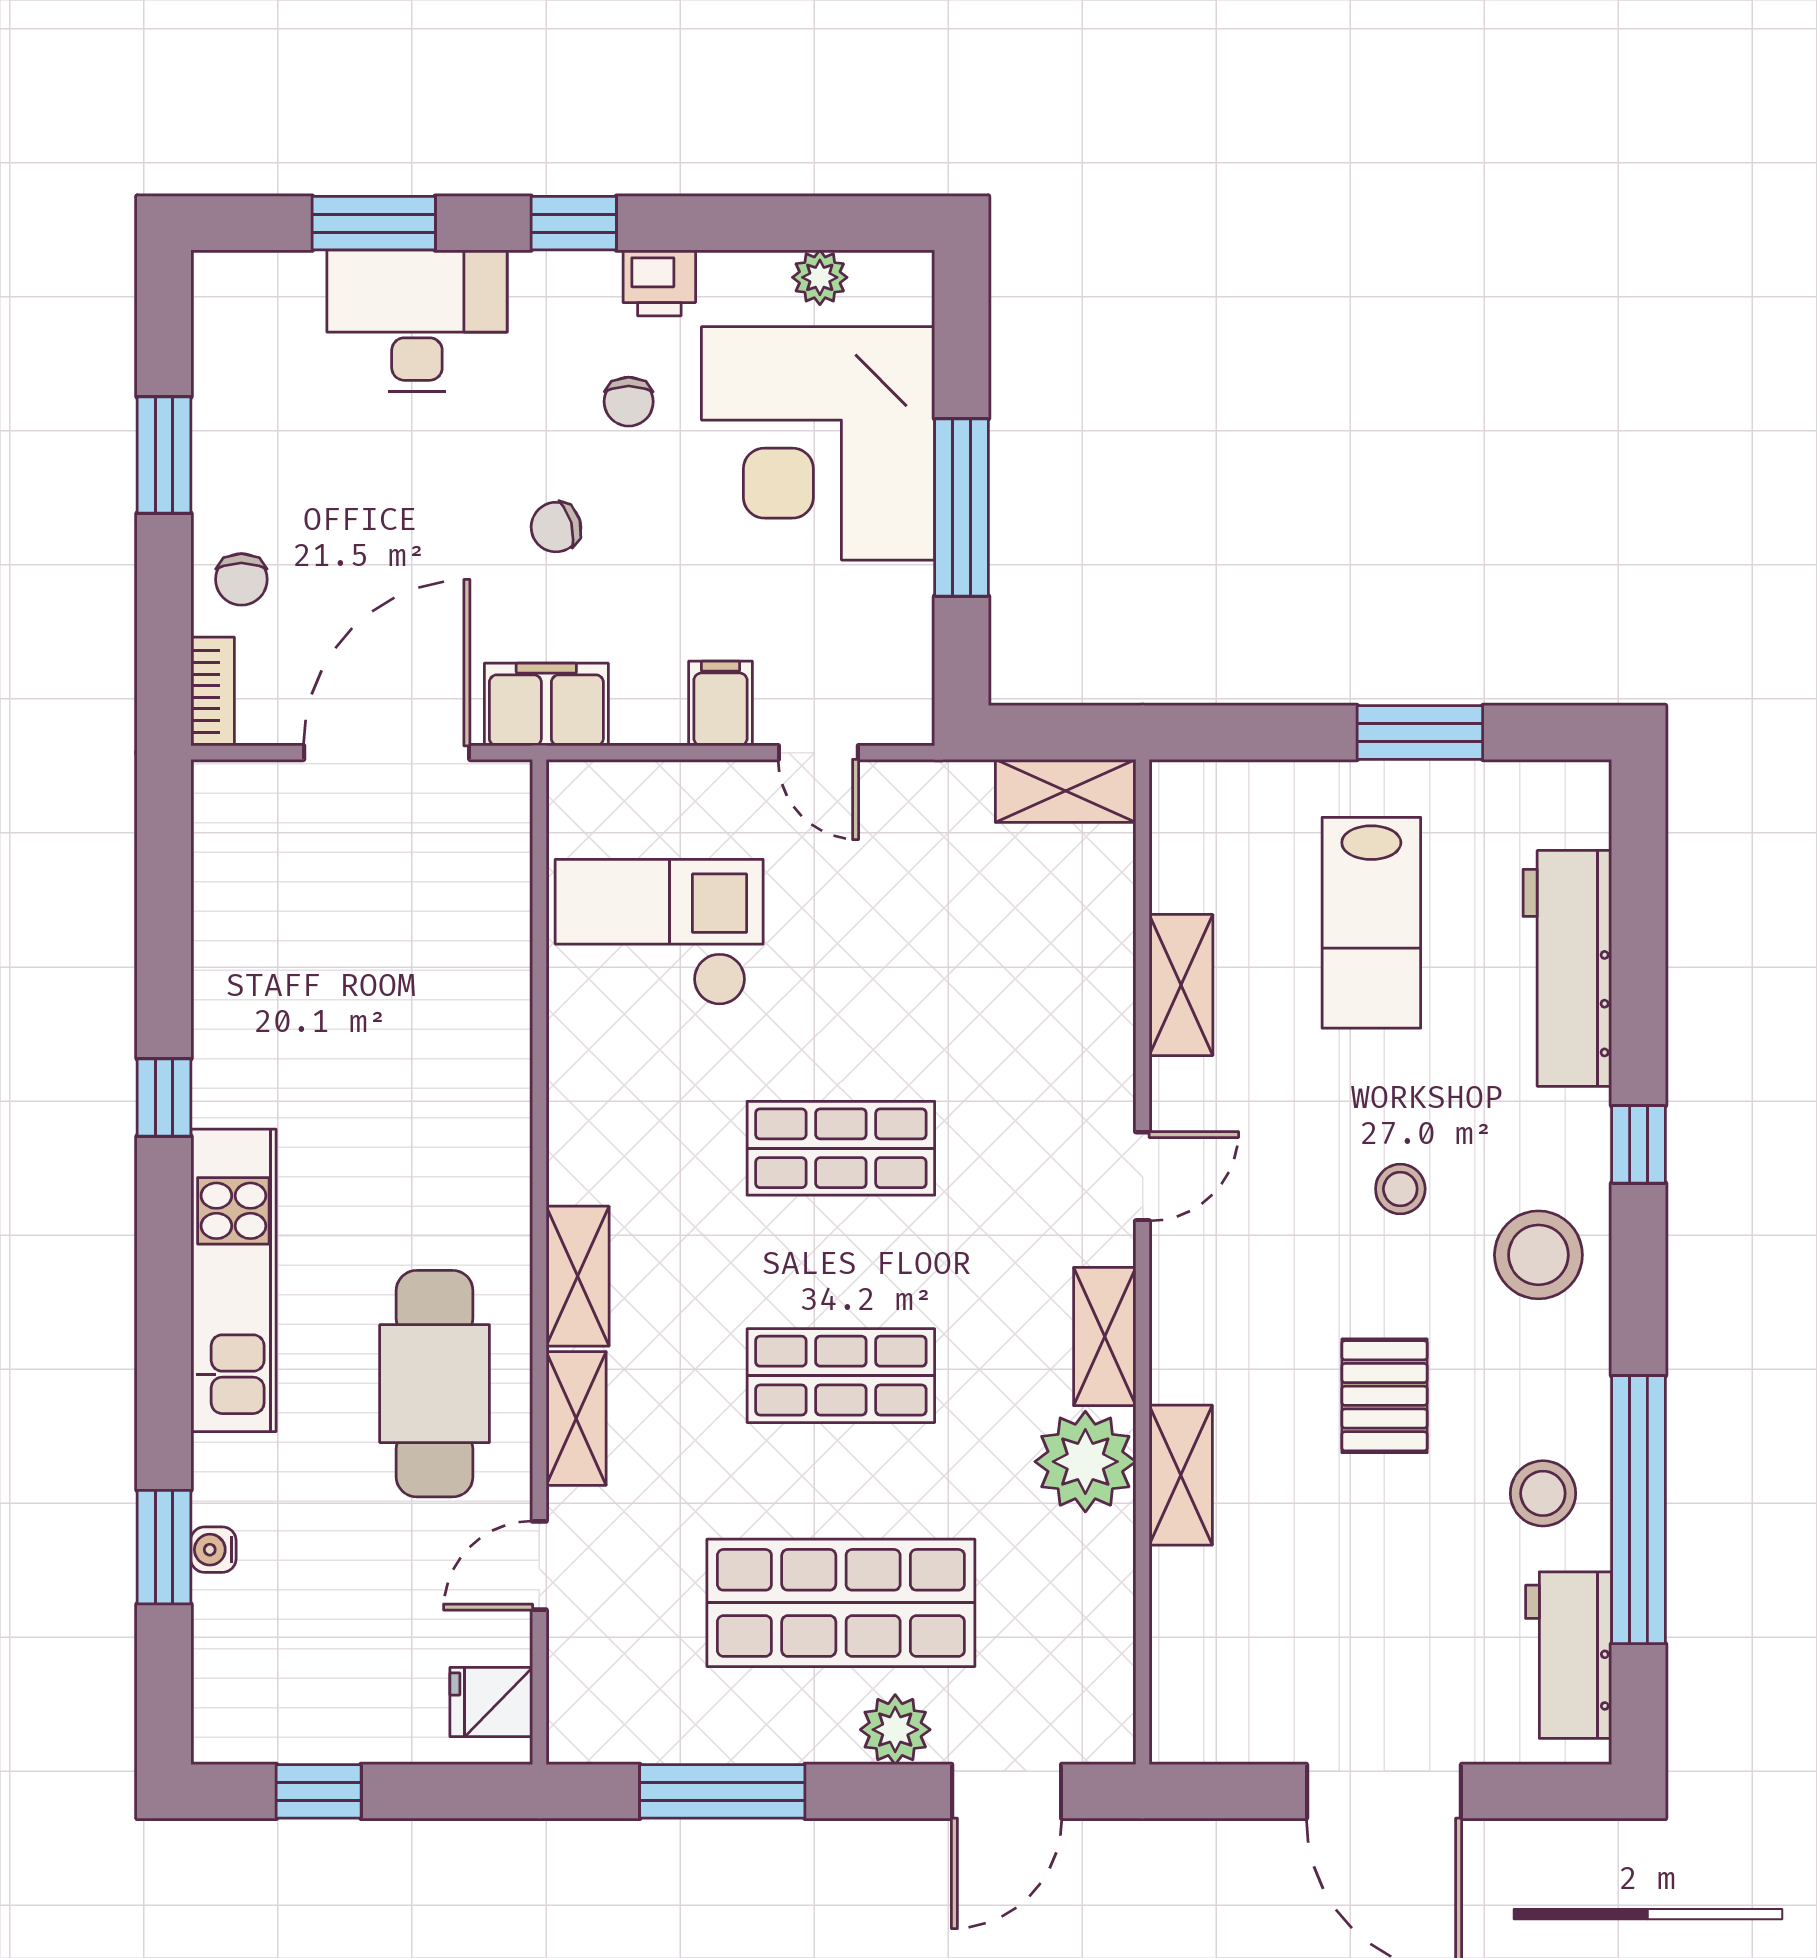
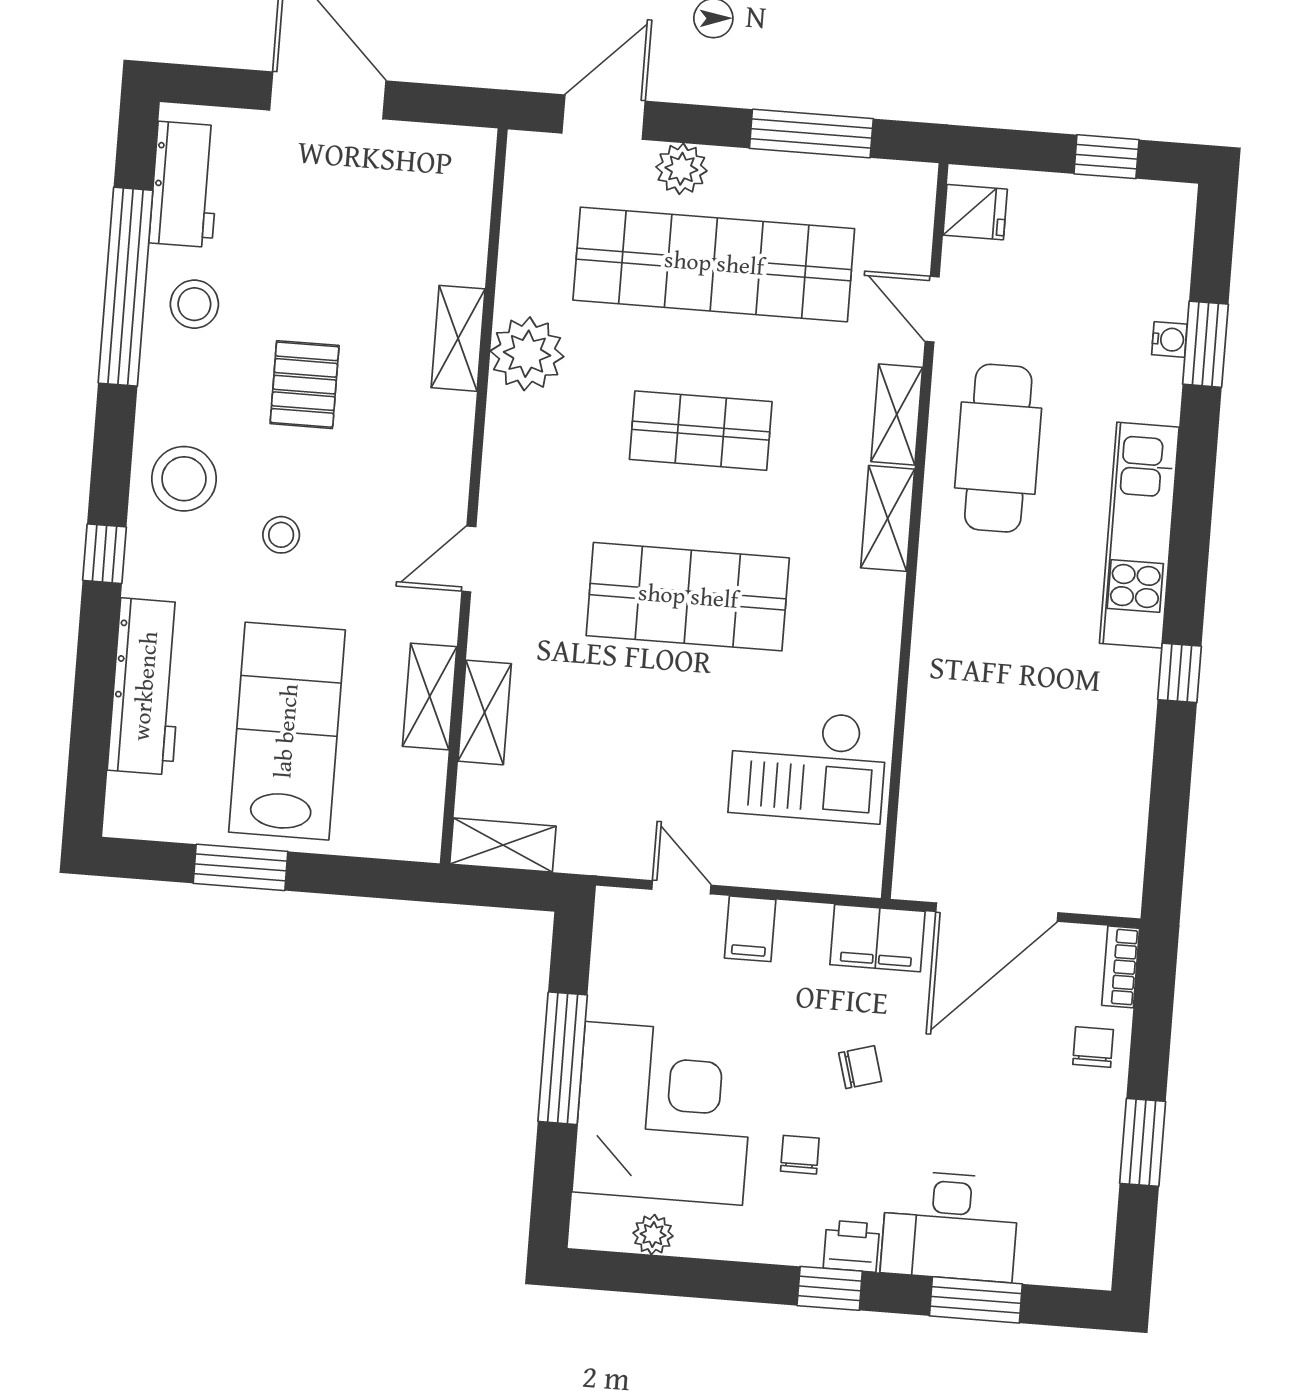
printer: (659, 283) -> (851, 1246), moved
lab bench: (1371, 923) -> (287, 731), width x1.36, depth x1.39
shop shelf: (841, 1148) -> (688, 597), width x1.43, depth x1.36
shelving: (1105, 1337) -> (485, 712), moved
door: (539, 1566) -> (932, 309), swing flipped
shop shelf: (841, 1603) -> (714, 264), width x1.40

